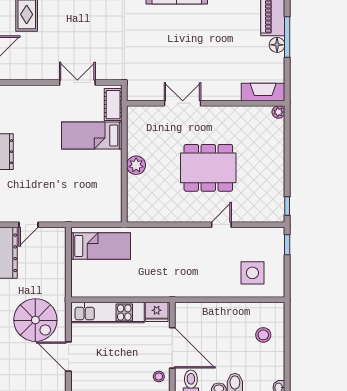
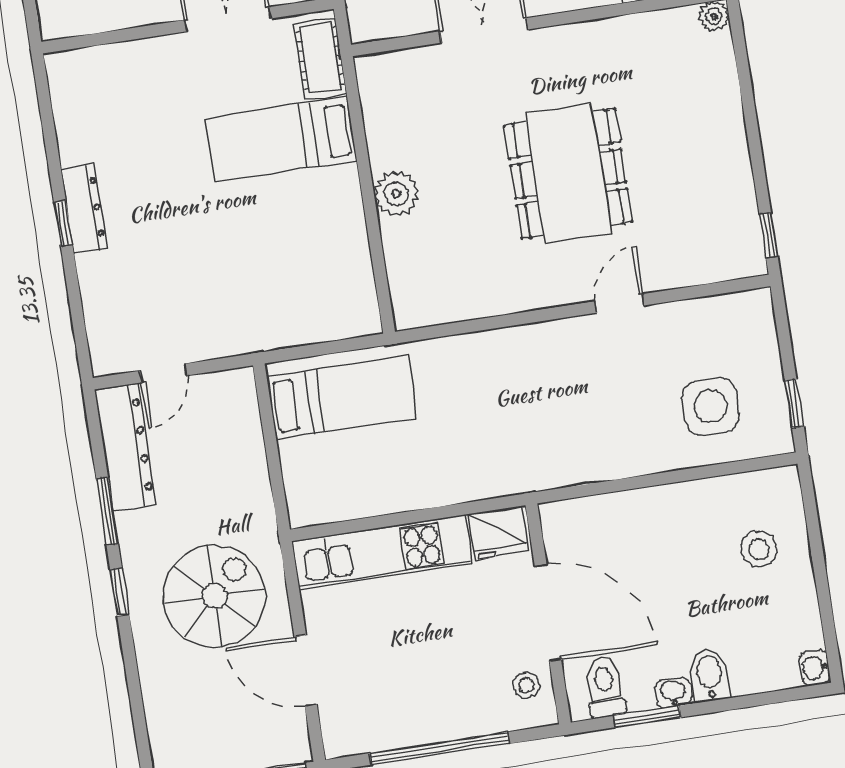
dining table: (208, 168) -> (568, 174), turned 90
window: (287, 245) -> (794, 403), moved
spiral stairs: (35, 320) -> (214, 596), turned -90

